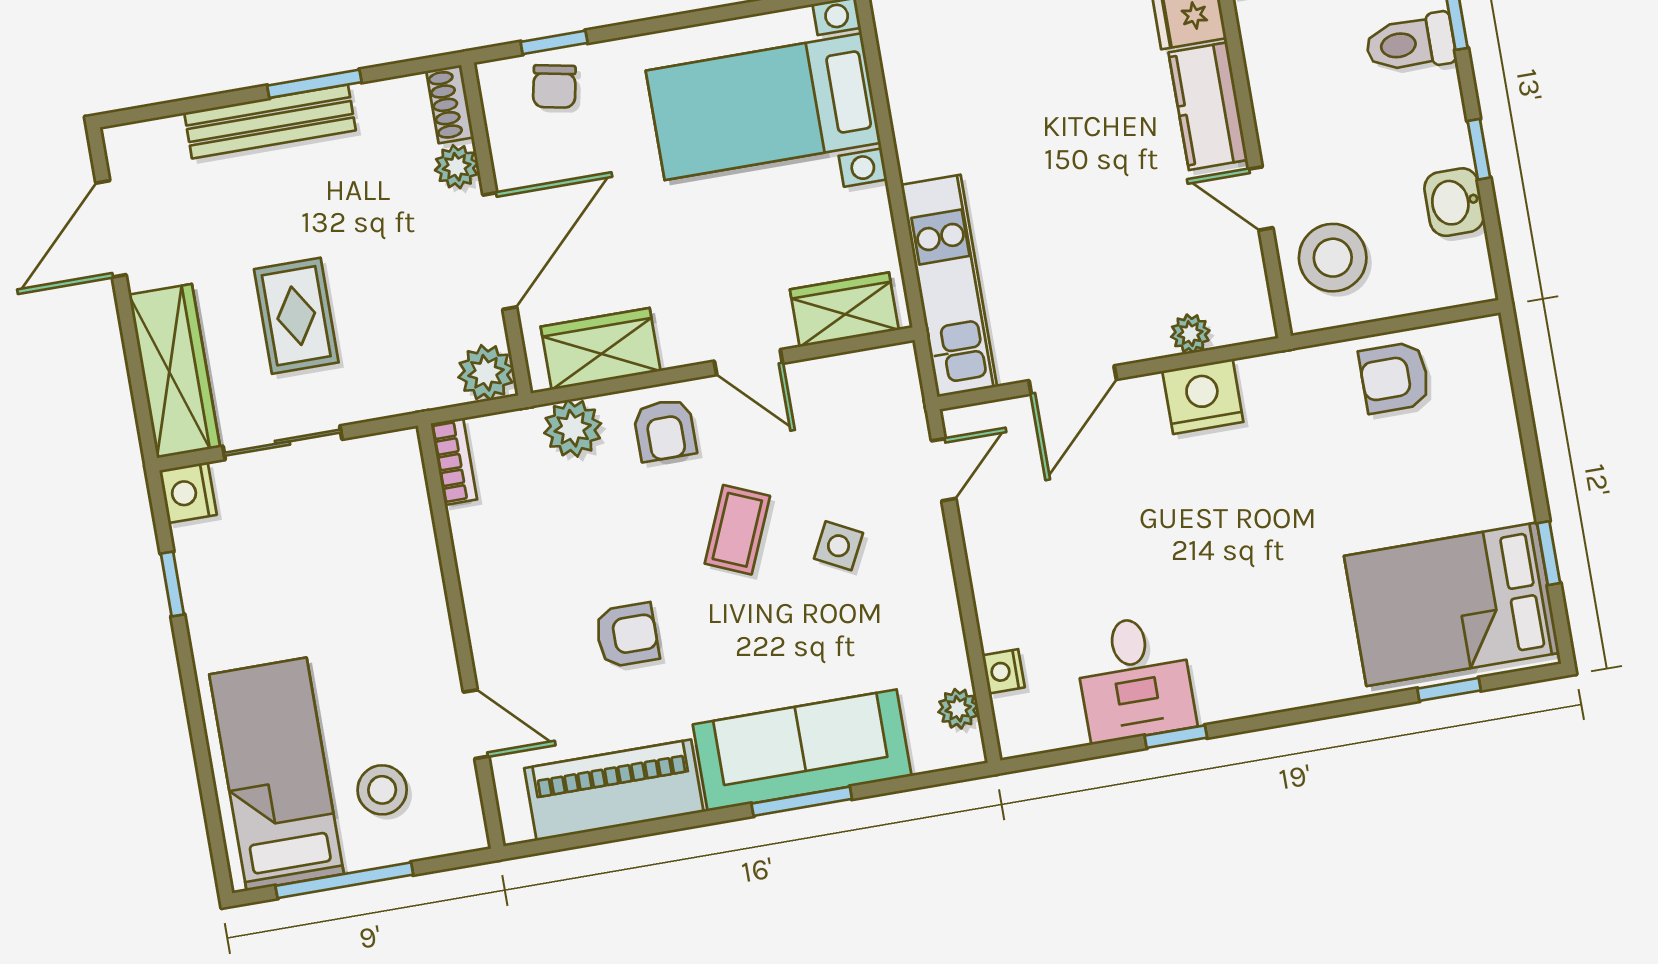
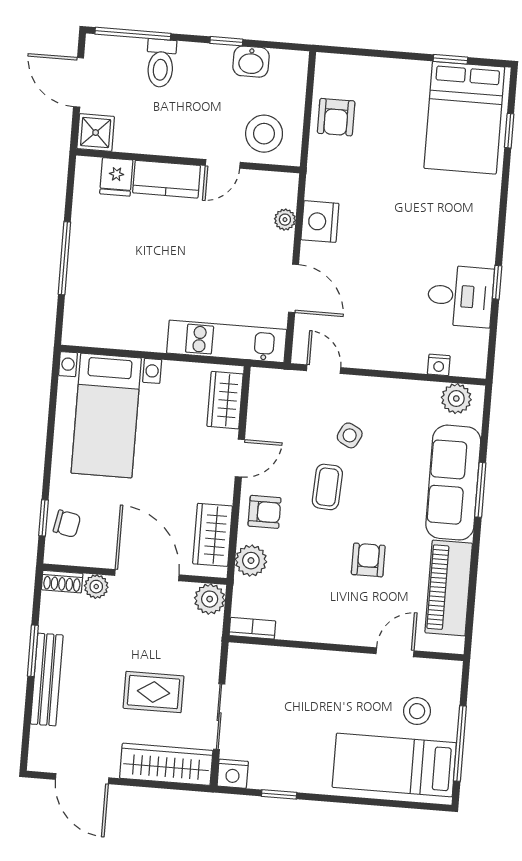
coffee table: (737, 530) -> (327, 487), turned 70
plant: (958, 709) -> (456, 399), width x1.38, depth x1.38

